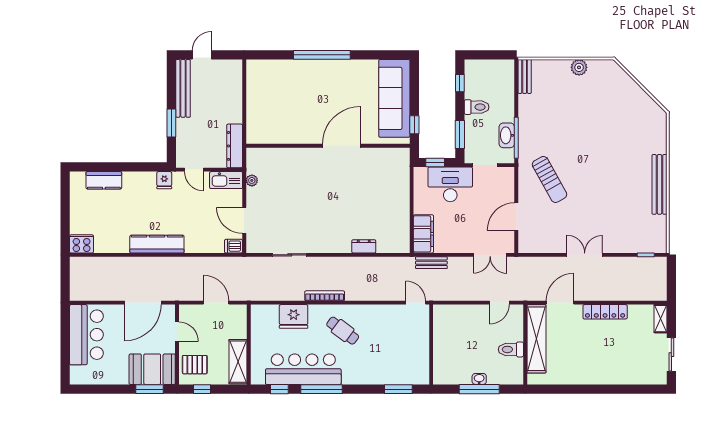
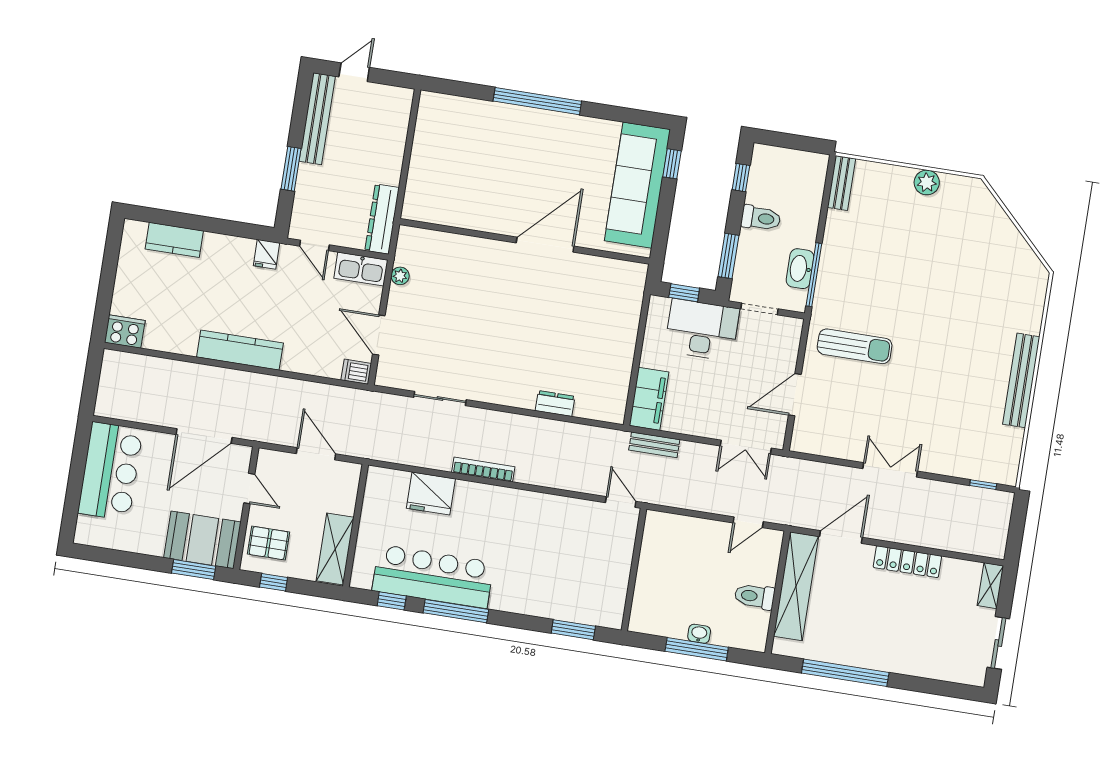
window: (414, 125) -> (672, 164), moved
sun lounger: (549, 179) -> (855, 346), turned -61
cafe table: (343, 331) -> (502, 527), removed
window: (577, 389) -> (845, 673), added

